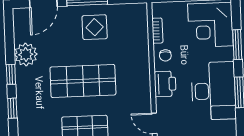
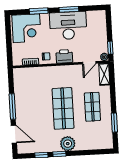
display table: (95, 27) -> (29, 101), removed
plant: (26, 54) -> (68, 144), moved
window: (12, 108) -> (41, 155), moved

